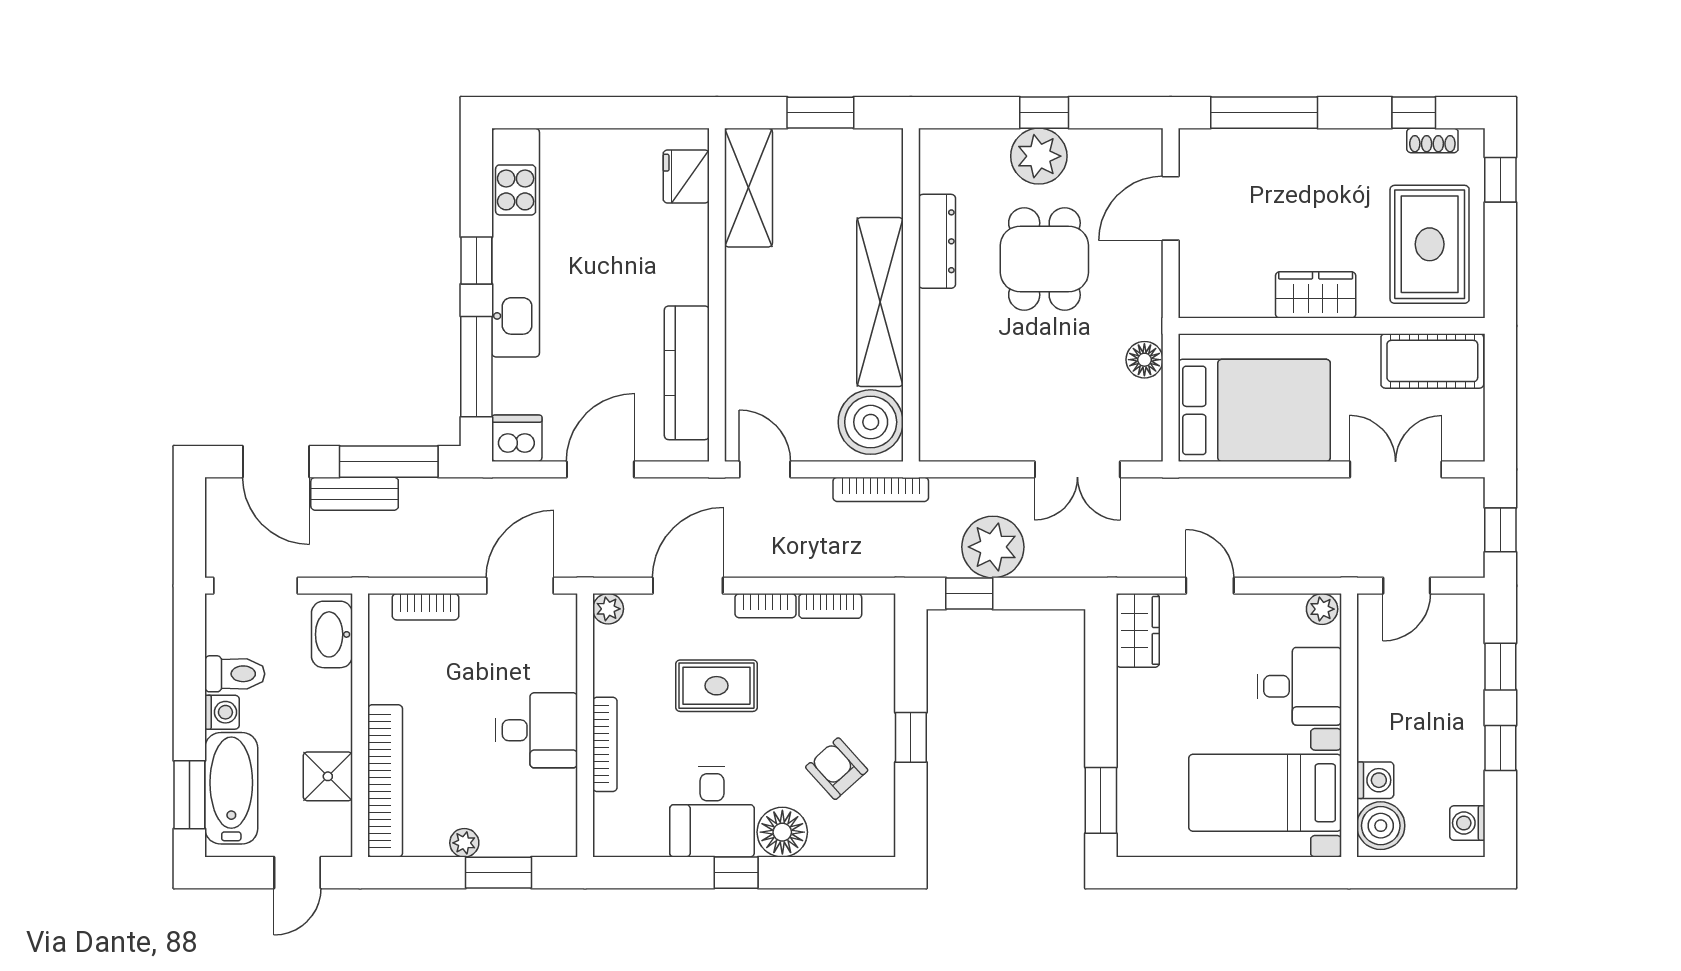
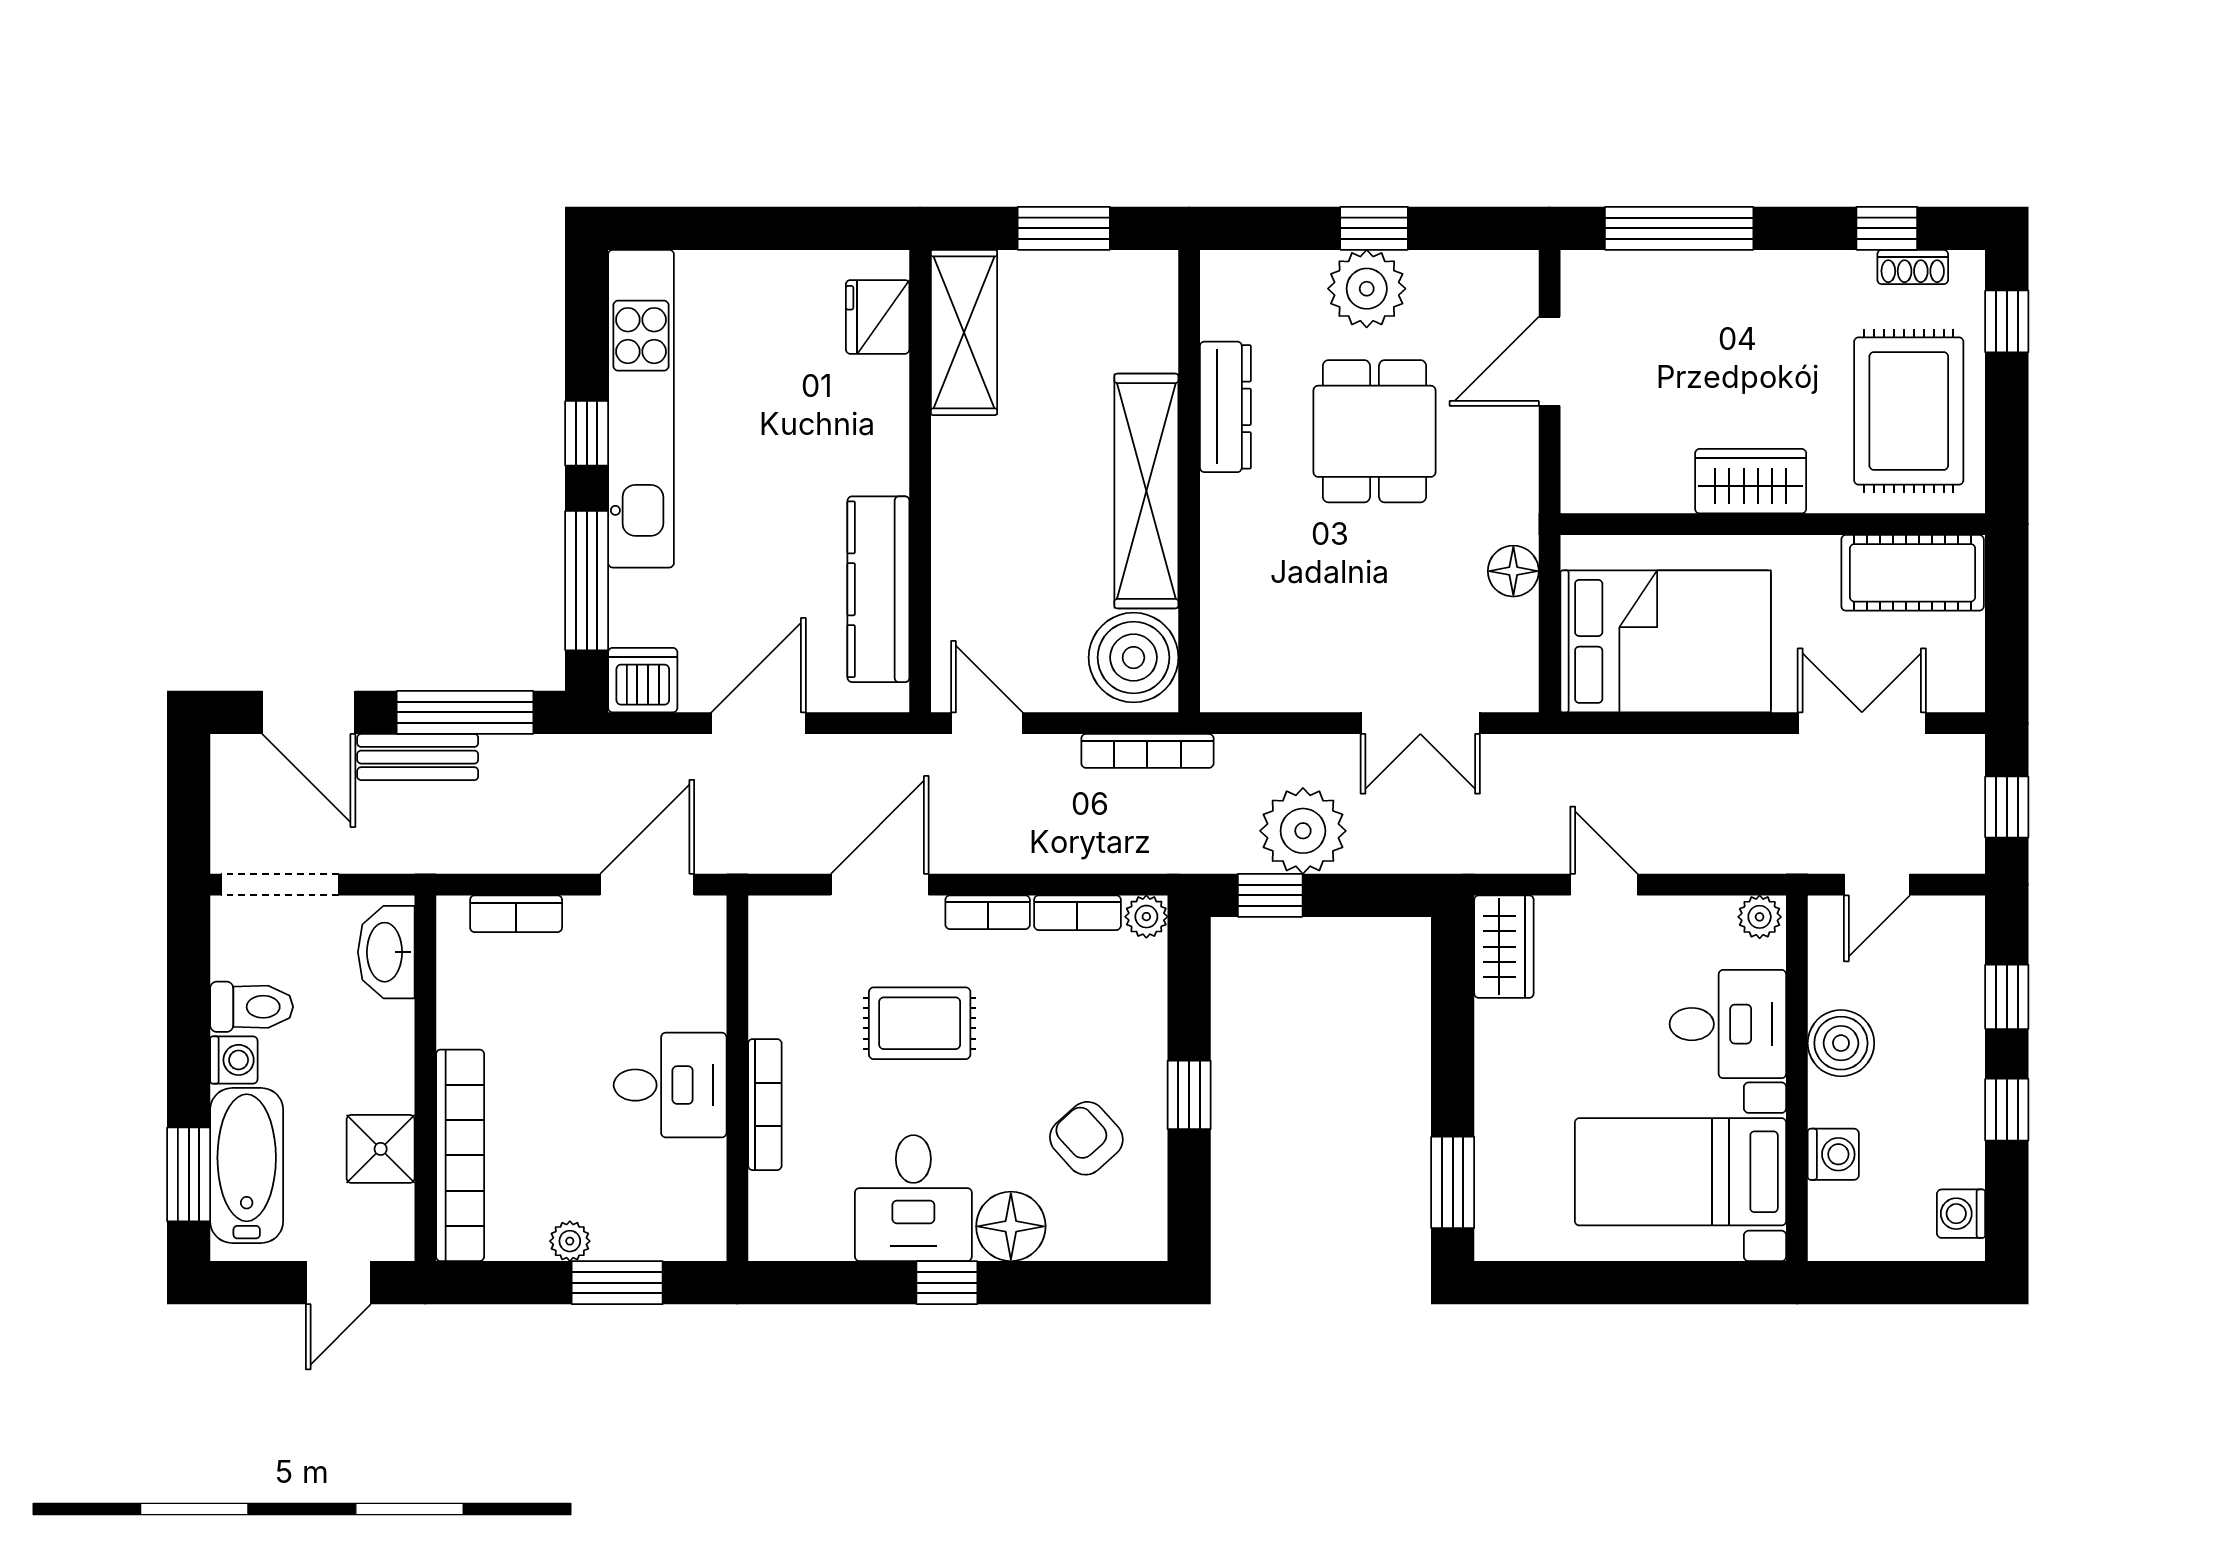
plant: (608, 609) -> (1146, 917), moved
boiler: (1381, 826) -> (1841, 1043), moved

